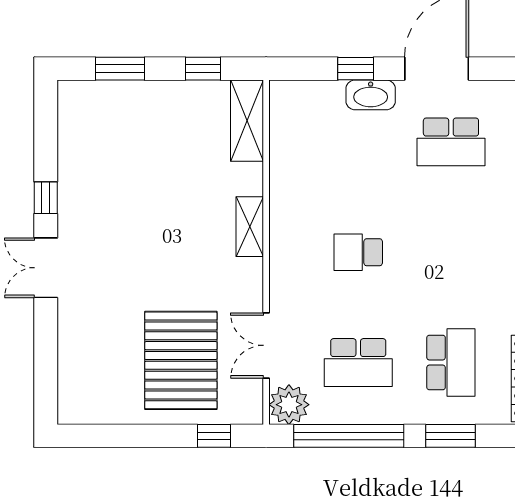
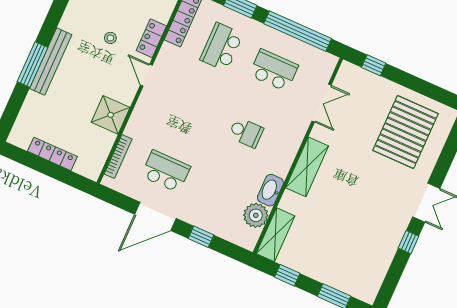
washbasin: (371, 95) -> (270, 190), moved, turned -90
shelving: (250, 227) -> (307, 167), width x1.50, depth x1.33
pallet: (181, 360) -> (406, 132), moved
plant: (289, 405) -> (256, 215), moved

